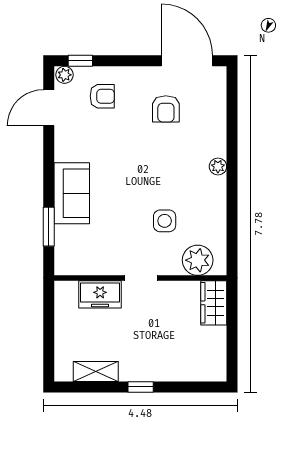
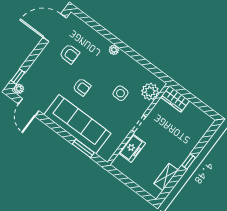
armchair: (102, 96) -> (82, 87), moved, turned 90
sofa: (72, 193) -> (77, 124), width x1.85, depth x1.27

